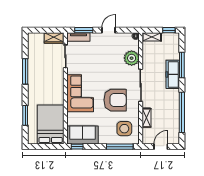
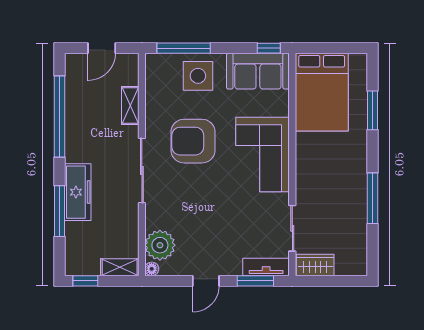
plant: (132, 58) -> (160, 245), moved
side table: (124, 129) -> (198, 76), moved

